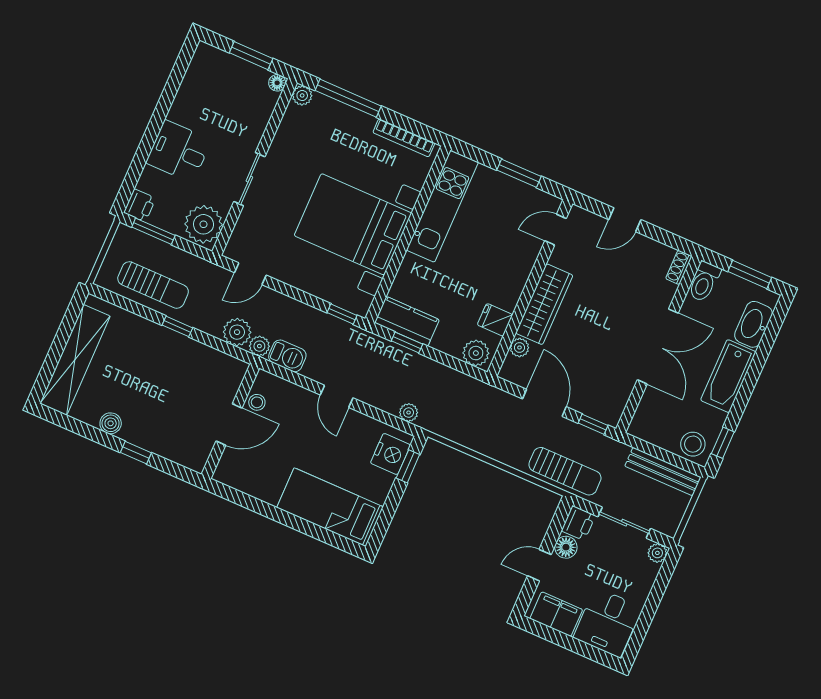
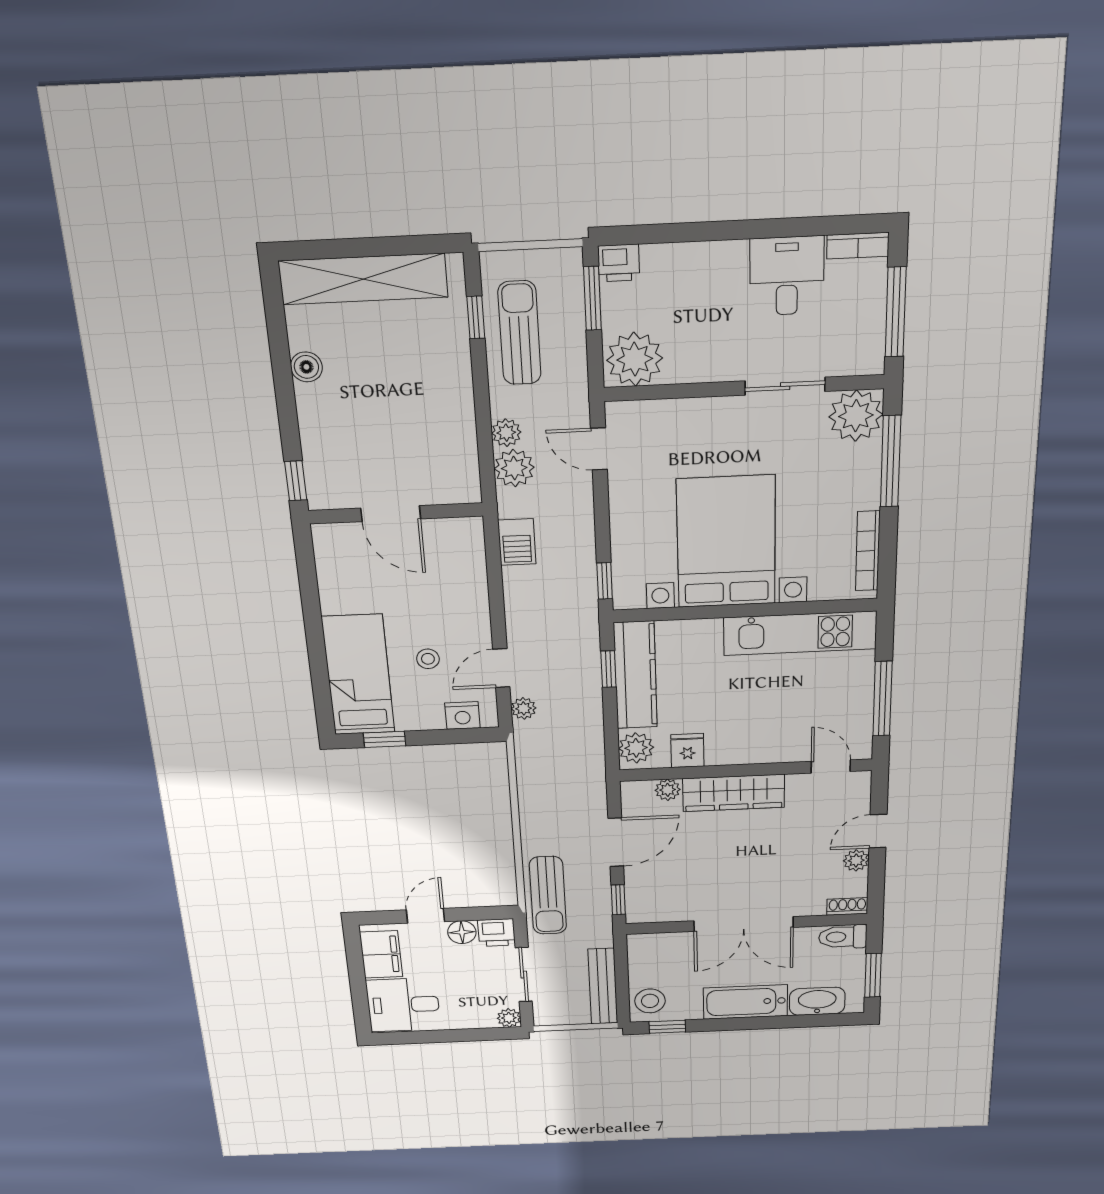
window: (251, 56) -> (896, 312), width x1.44
bookcase: (199, 61) -> (858, 246), added
floor lamp: (277, 83) -> (872, 363), removed
plant: (302, 95) -> (856, 416), width x1.87, depth x1.87
desk: (179, 151) -> (787, 276), moved
window: (519, 173) -> (882, 699), width x1.44
sliding door: (249, 179) -> (785, 386), moved
door: (625, 220) -> (878, 831), hinge flipped
plant: (642, 245) -> (856, 860), added
sun lounger: (153, 285) -> (519, 333), turned 180
kitchen counter: (407, 321) -> (635, 675), width x1.50
window: (177, 326) -> (476, 317), moved
plant: (259, 346) -> (506, 433), moved
door: (337, 396) -> (501, 668), moved
stool: (257, 402) -> (428, 659), moved
window: (136, 453) -> (296, 481), moved
nightstand: (390, 454) -> (462, 716), width x0.74, depth x0.75
window: (408, 466) -> (384, 739), moved
door: (539, 565) -> (426, 916), hinge flipped

